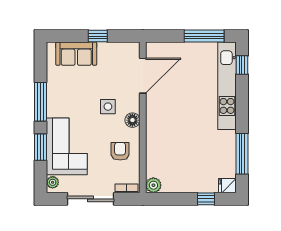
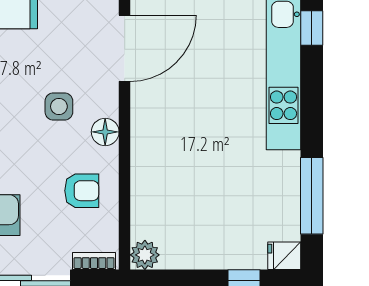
armchair: (120, 151) -> (82, 191), turned 90

